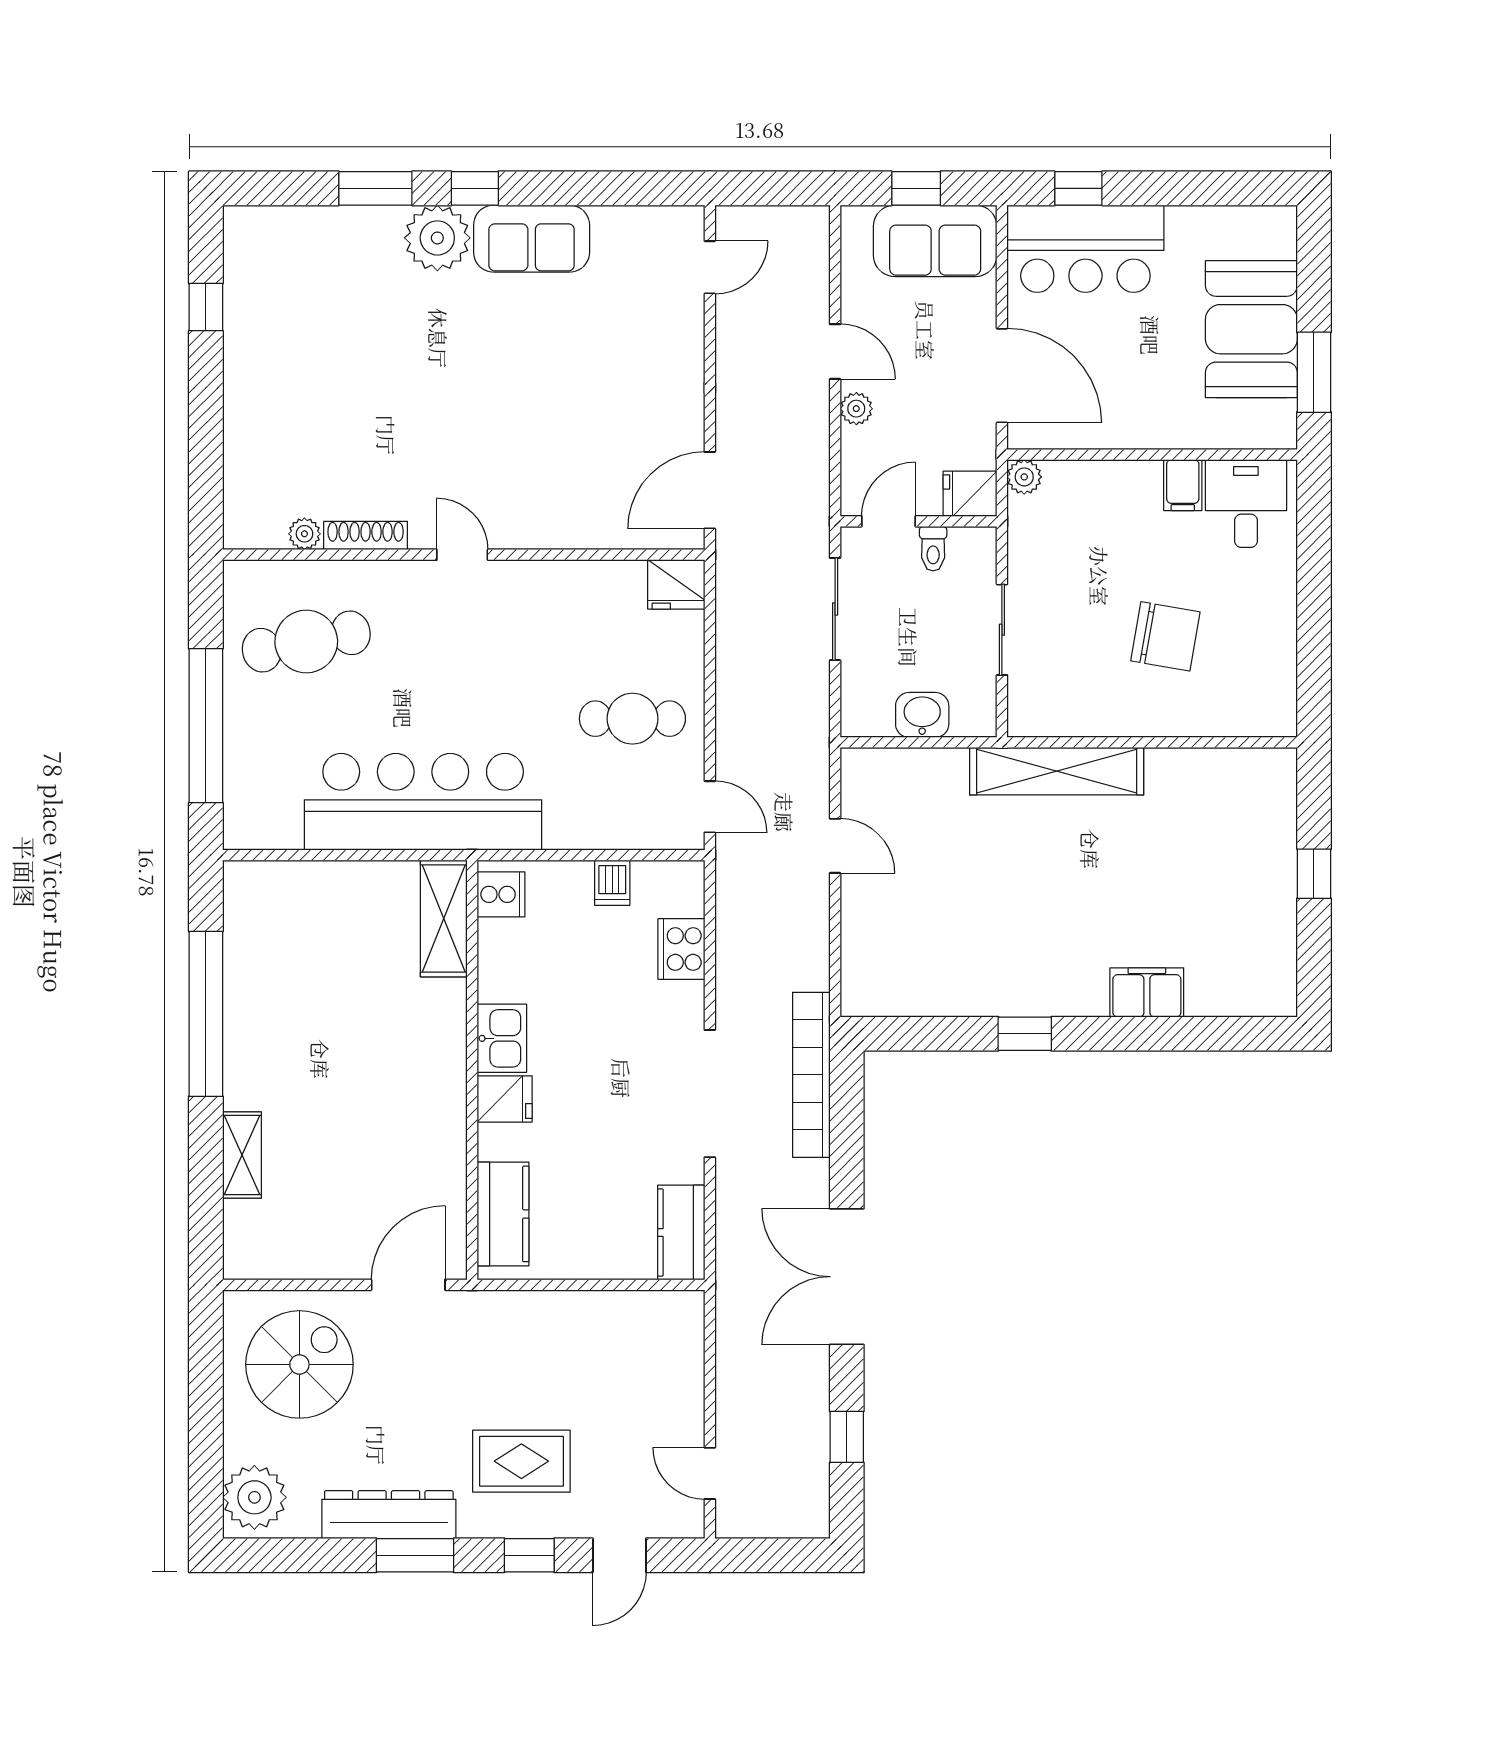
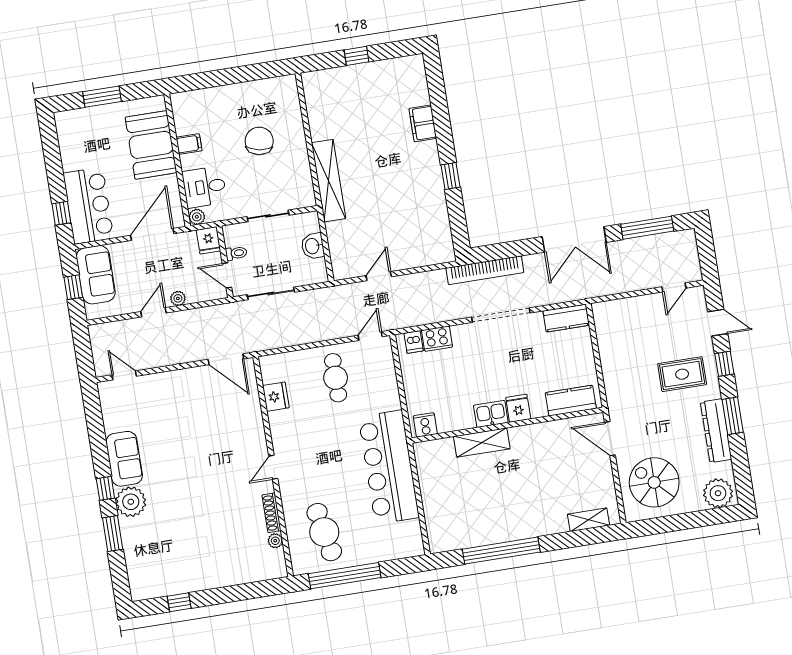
booth: (1251, 329) -> (151, 145), moved, turned 90
window: (1314, 372) -> (102, 97), moved
desk: (1246, 503) -> (204, 187), moved
fridge: (676, 584) -> (276, 397), moved
window: (206, 726) -> (345, 576), moved
dishwasher: (612, 883) -> (414, 342), moved, turned 90
shelving: (444, 918) -> (482, 443), moved
shelving: (242, 1155) -> (589, 520), moved
window: (847, 1437) -> (647, 228), width x2.17
rug: (521, 1461) -> (682, 374), turned 90

